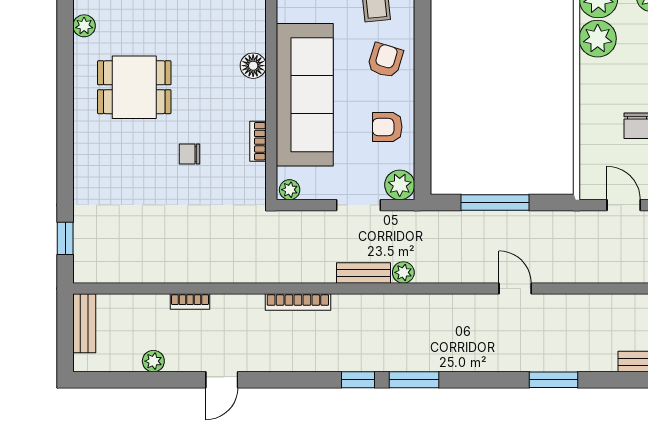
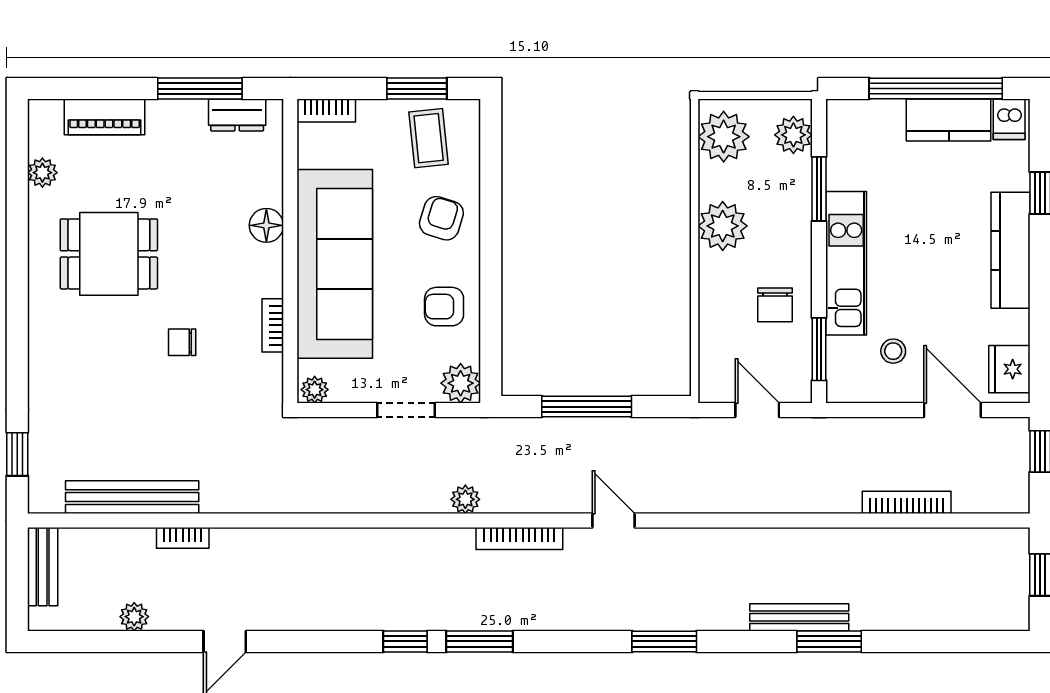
plant: (598, 39) -> (723, 226), moved
bench: (363, 273) -> (132, 497), moved, width x1.86, depth x1.21
bookcase: (298, 302) -> (519, 539), moved

